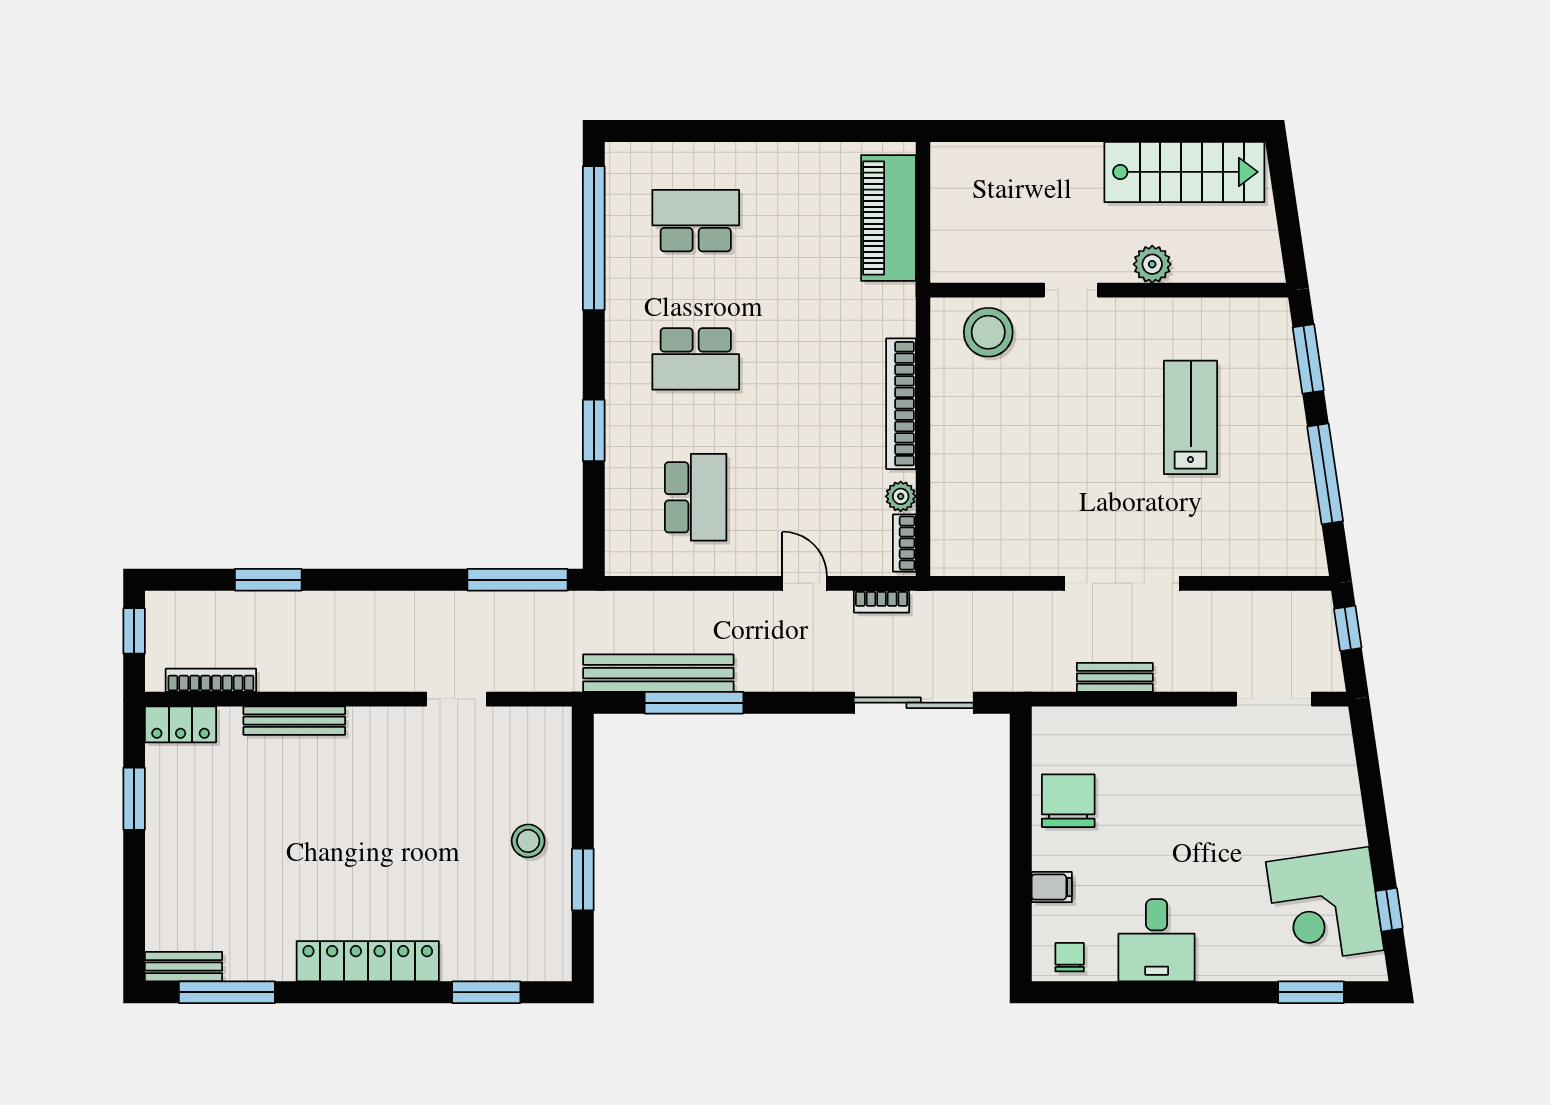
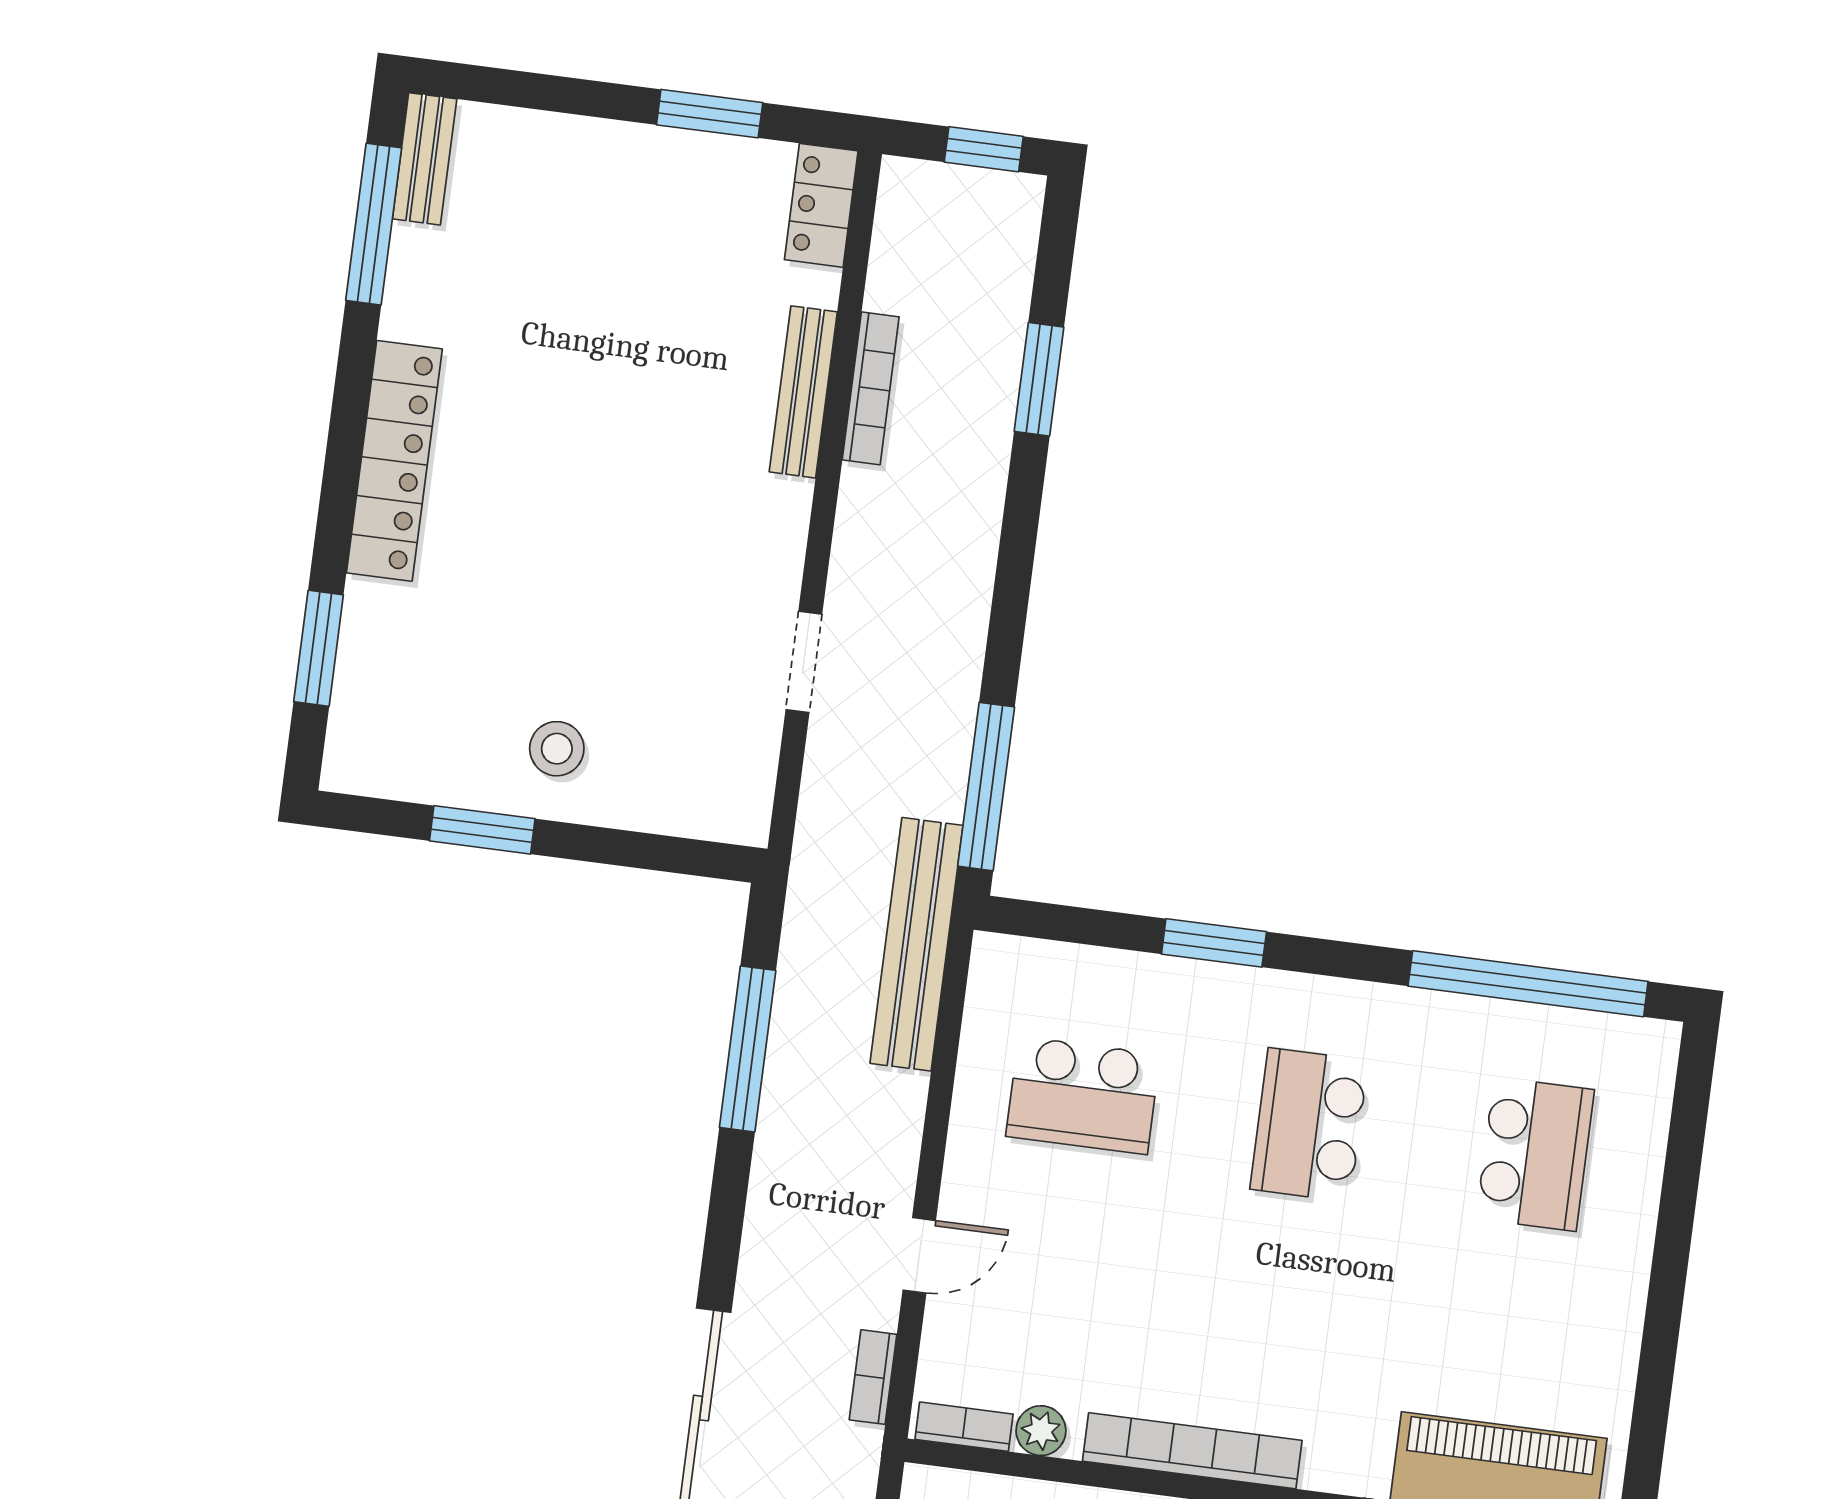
bench: (658, 673) -> (917, 944), moved
bookcase: (211, 680) -> (871, 388), moved

